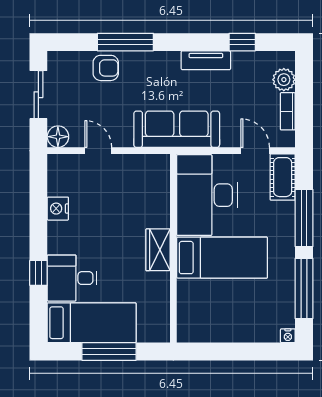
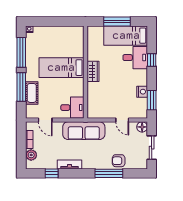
cot: (283, 177) -> (32, 93), moved
window: (38, 191) -> (152, 100), added
desk: (207, 195) -> (72, 108), width x0.53, depth x0.77

